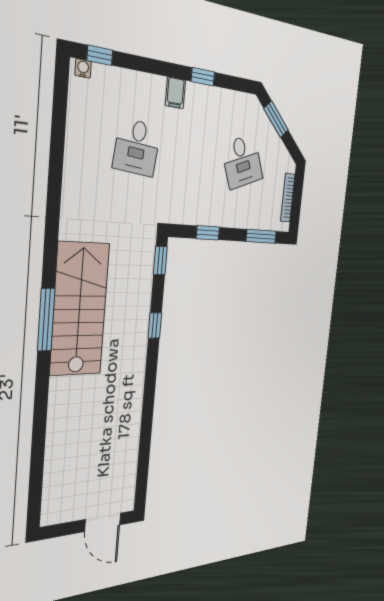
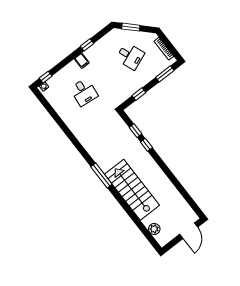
window: (160, 260) -> (135, 131), moved
stairs: (80, 309) -> (132, 190), moved
plant: (54, 484) -> (154, 229), added
door: (103, 522) -> (189, 231), hinge flipped

